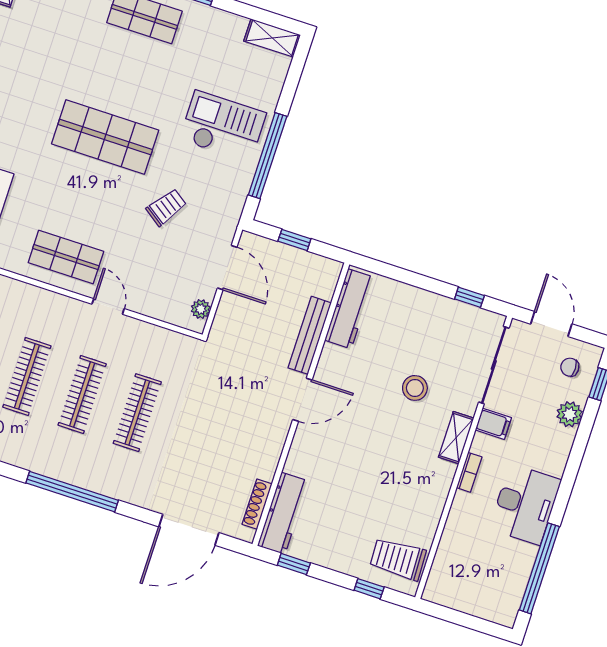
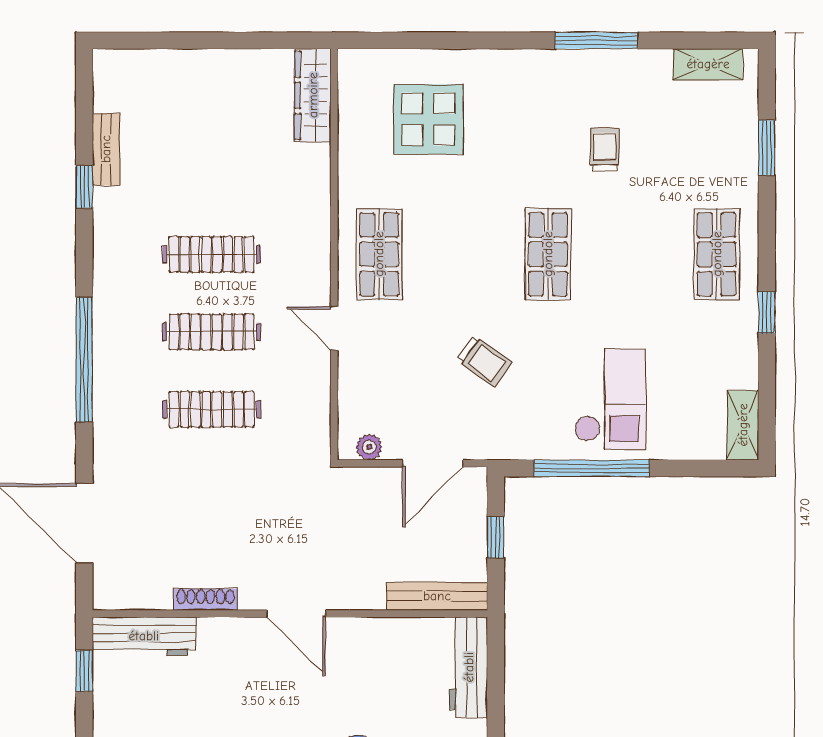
trolley: (44, 72) -> (605, 149), added
shop shelf: (105, 137) -> (548, 254), width x0.70, depth x0.74
door: (108, 306) -> (334, 328), swing flipped
workbench: (350, 309) -> (469, 667), moved, turned 90
bench: (310, 335) -> (437, 596), moved
shoe rack: (257, 504) -> (206, 599), moved

